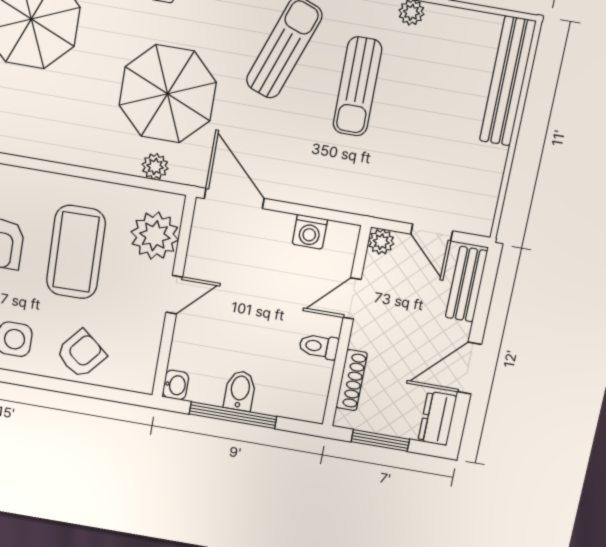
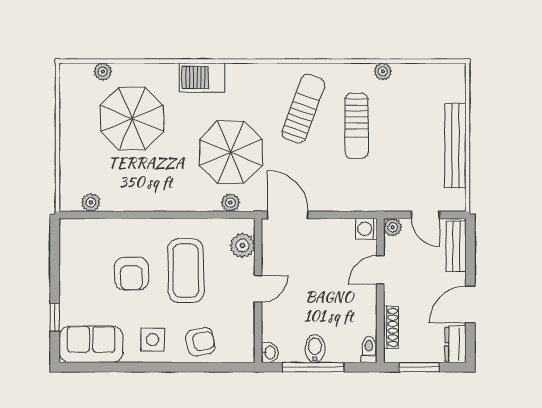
bench: (508, 81) -> (455, 146), moved
washing machine: (310, 232) -> (366, 229), moved, turned 90
plant: (155, 236) -> (242, 245), width x0.73, depth x0.73
toilet: (319, 346) -> (369, 350), moved, turned 90
armchair: (81, 354) -> (200, 342), turned 38

